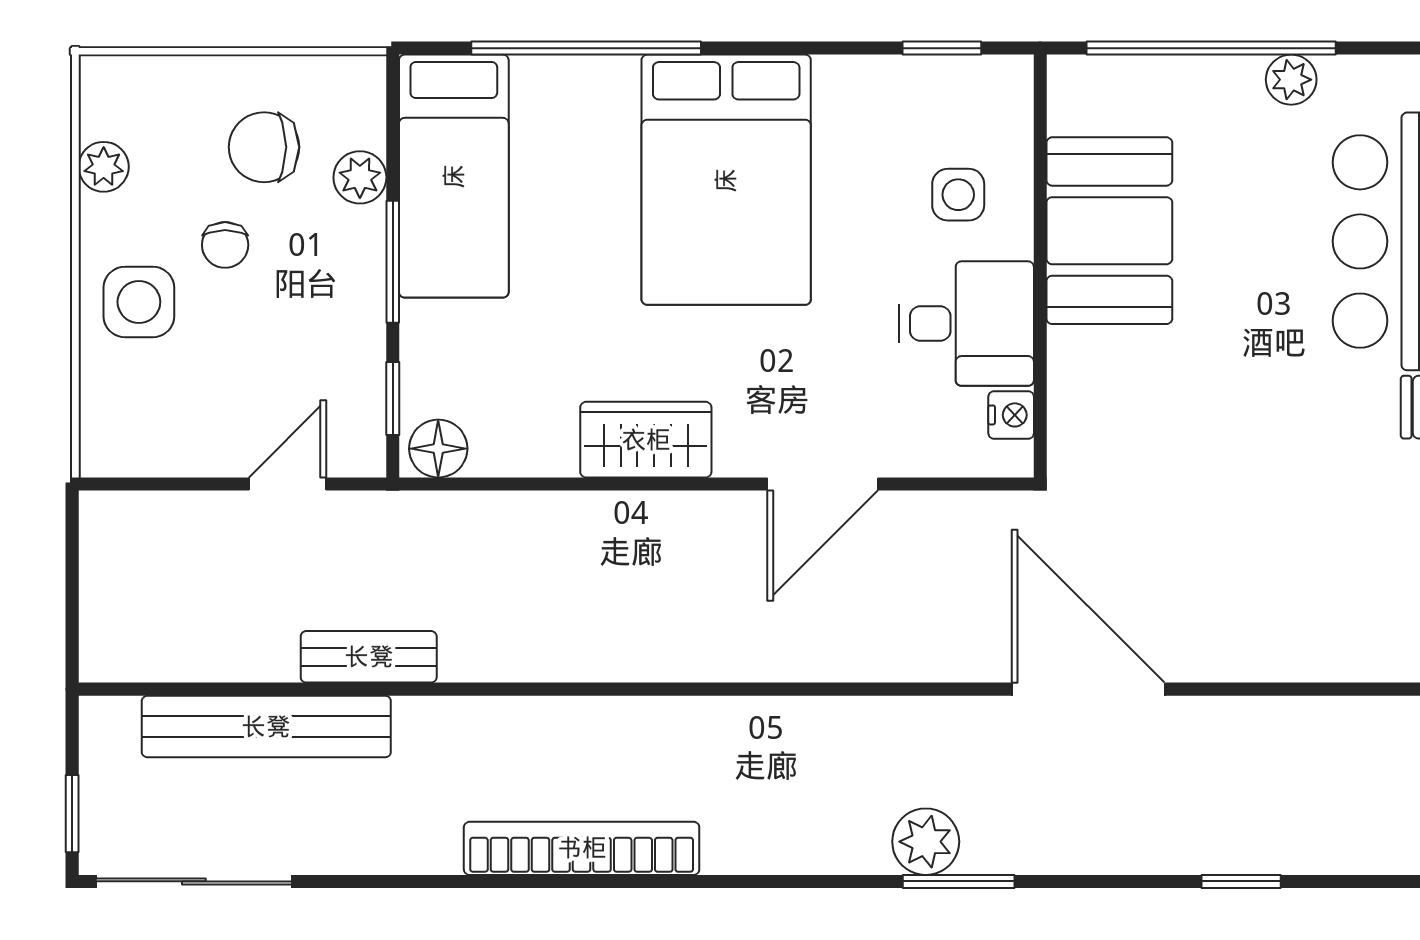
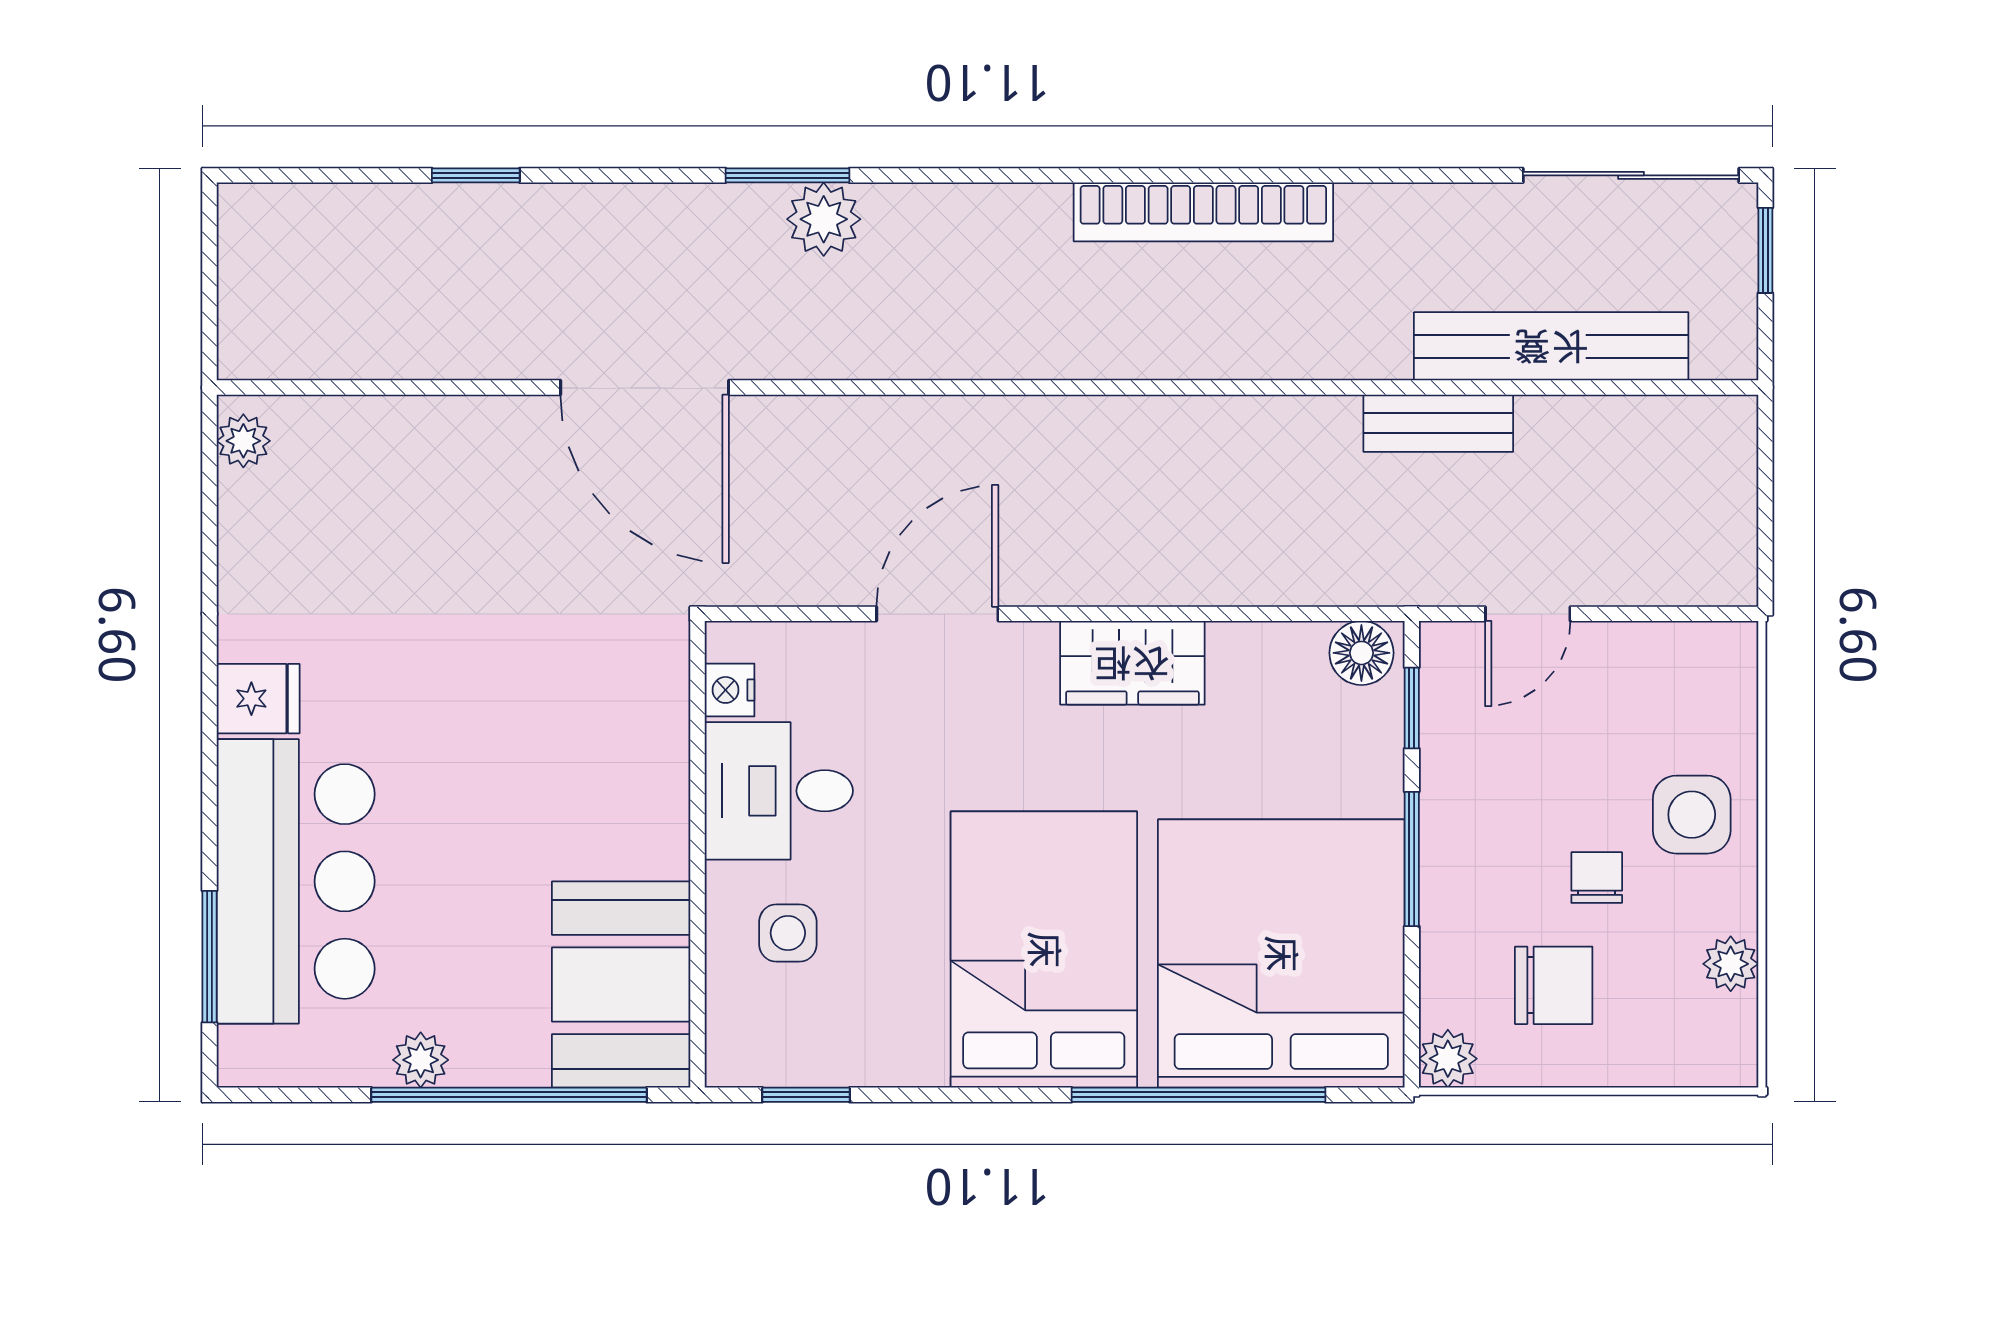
bed: (454, 176) -> (1281, 954), width x2.04
plant: (360, 177) -> (1448, 1059), moved
booth: (1109, 231) -> (621, 985), moved

